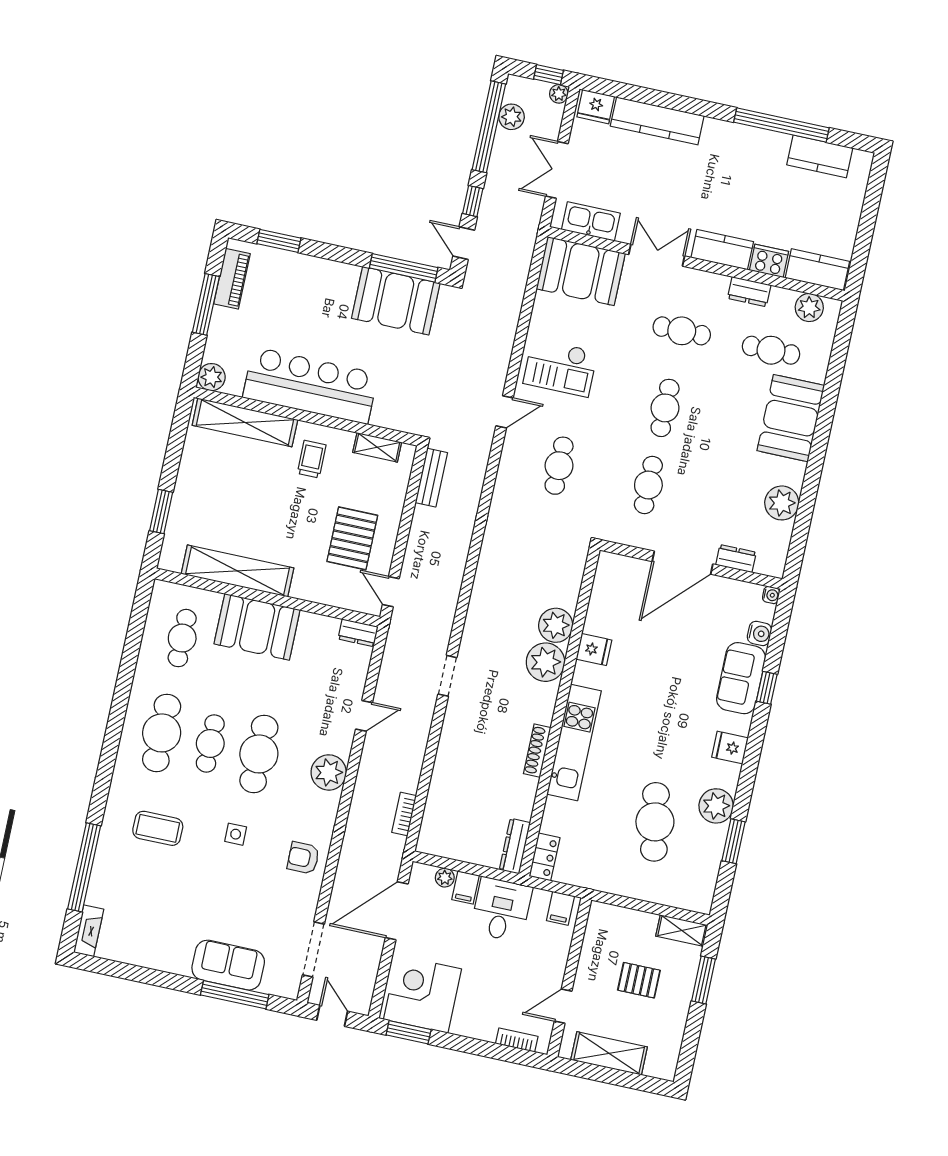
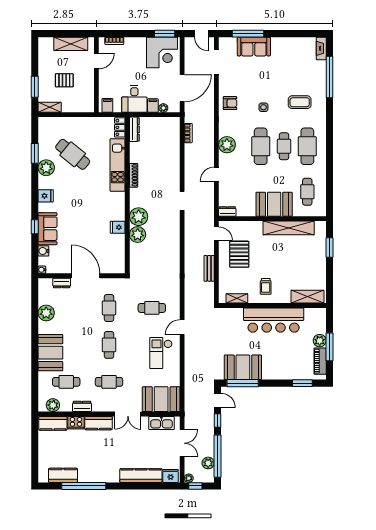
checkout: (560, 368) -> (161, 353), turned -90
plant: (212, 377) -> (320, 341), moved
shelving: (245, 422) -> (308, 297), width x0.68
cafe table: (559, 466) -> (152, 308), turned 90
bench: (431, 478) -> (209, 268), moved
door: (683, 563) -> (86, 276), hinge flipped
kitchen unit: (574, 742) -> (118, 165), moved
cafe table: (655, 822) -> (73, 154), turned -41

